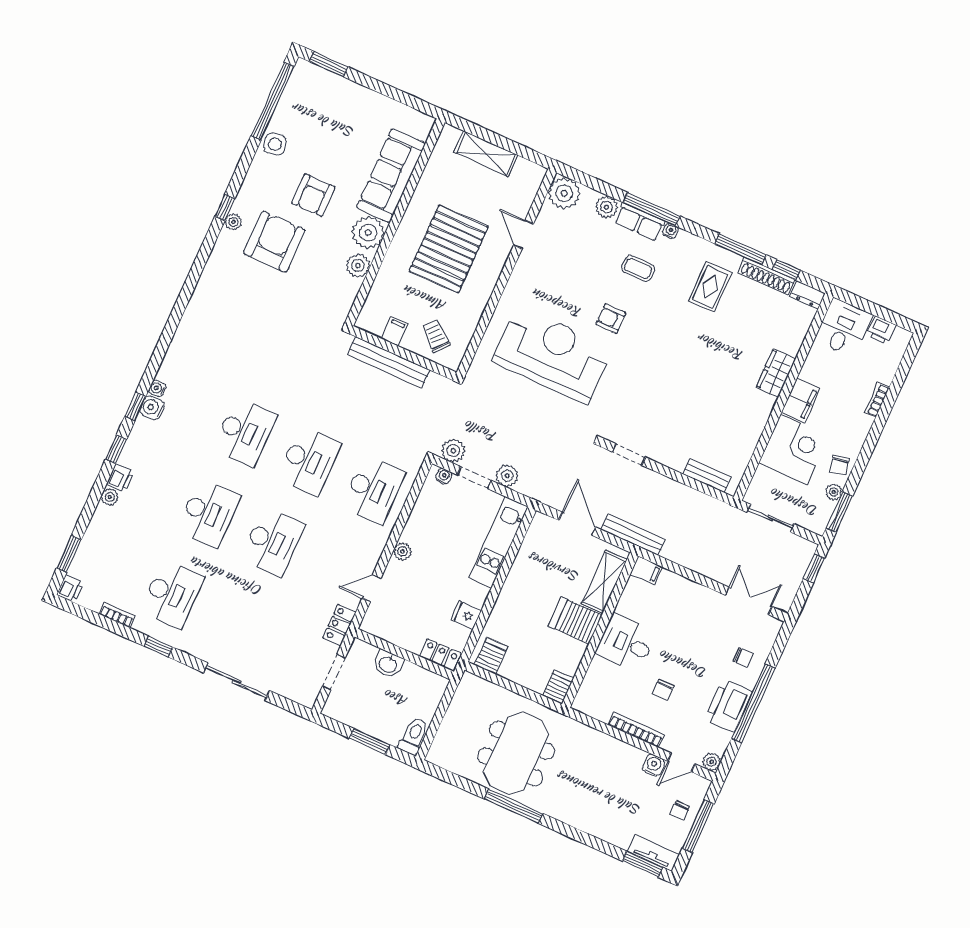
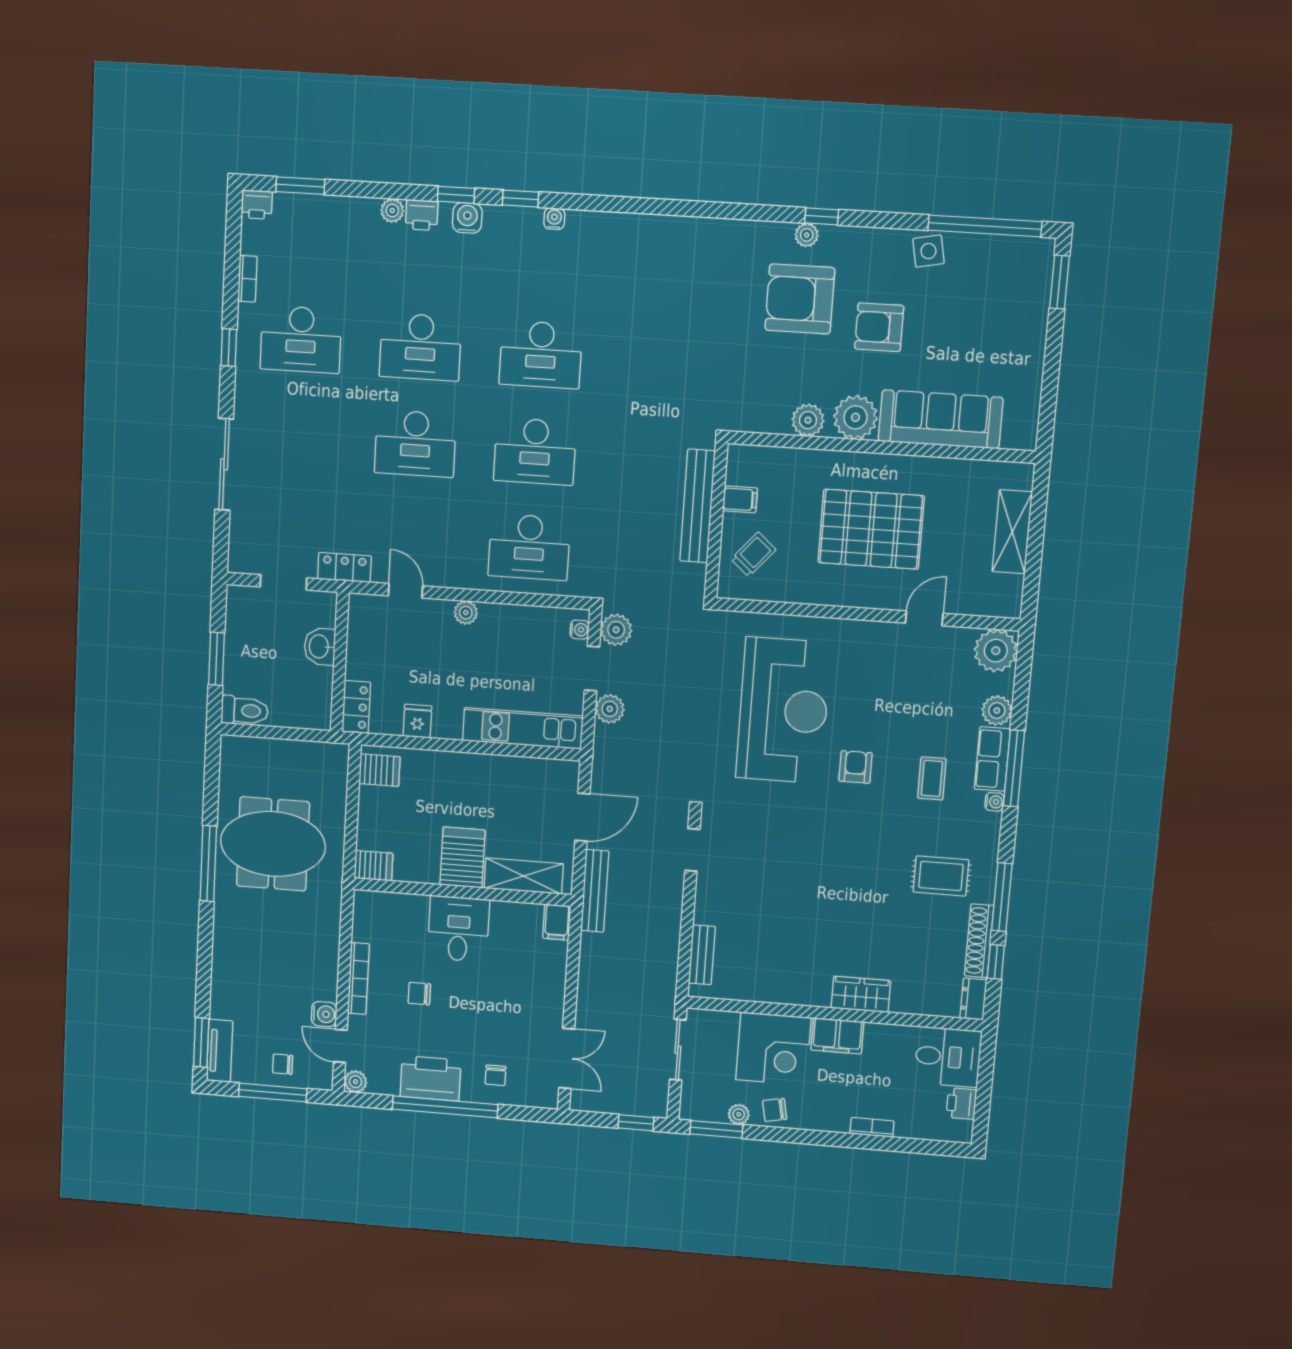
armchair: (274, 242) -> (800, 299), turned 180
water cooler: (152, 408) -> (467, 218), moved

